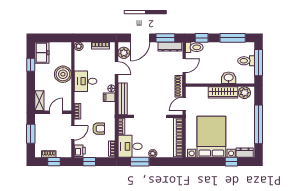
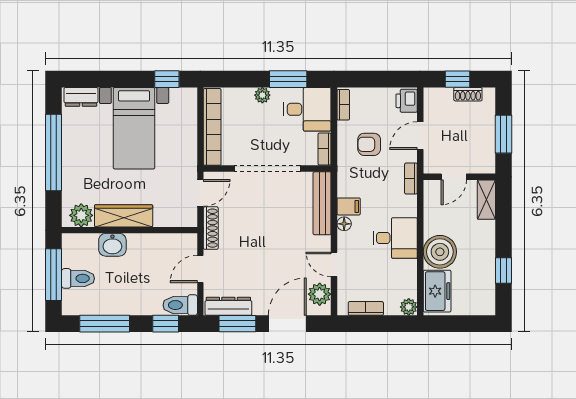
freezer: (42, 53) -> (437, 291), moved, turned 180
bed with nightstands: (211, 137) -> (134, 128), width x0.73
window: (89, 162) -> (388, 79), removed
window: (231, 162) -> (167, 79), moved

